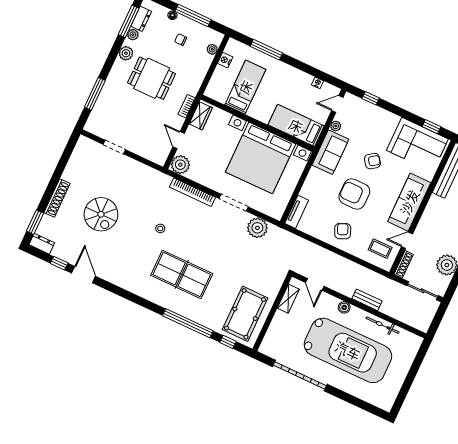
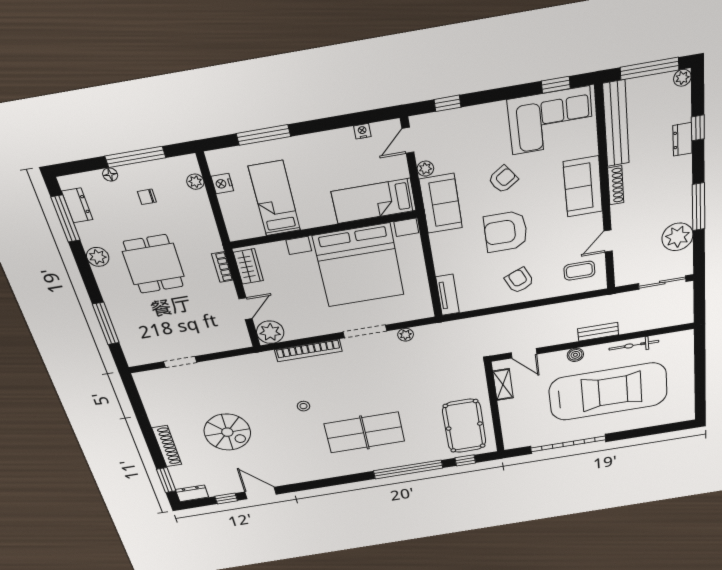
plant: (133, 35) -> (85, 230), removed
dining table: (152, 78) -> (153, 264), turned 90
door: (179, 140) -> (246, 309), swing flipped
sofa: (409, 202) -> (583, 187), width x0.73
plant: (257, 228) -> (406, 335), width x0.53, depth x0.53
shoe rack: (404, 264) -> (616, 185), moved

